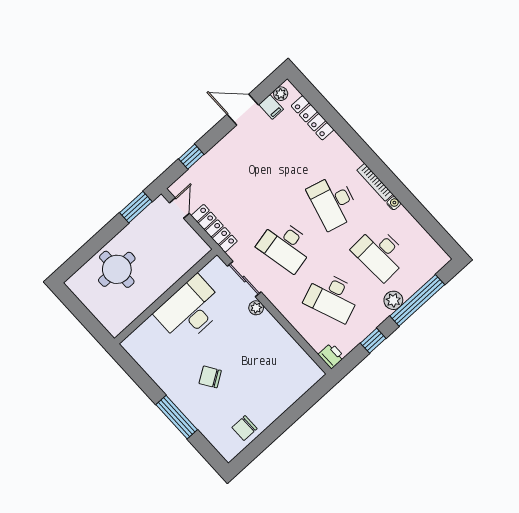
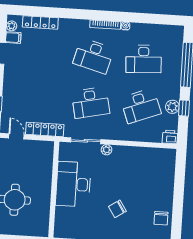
plant: (393, 300) -> (172, 107), moved

